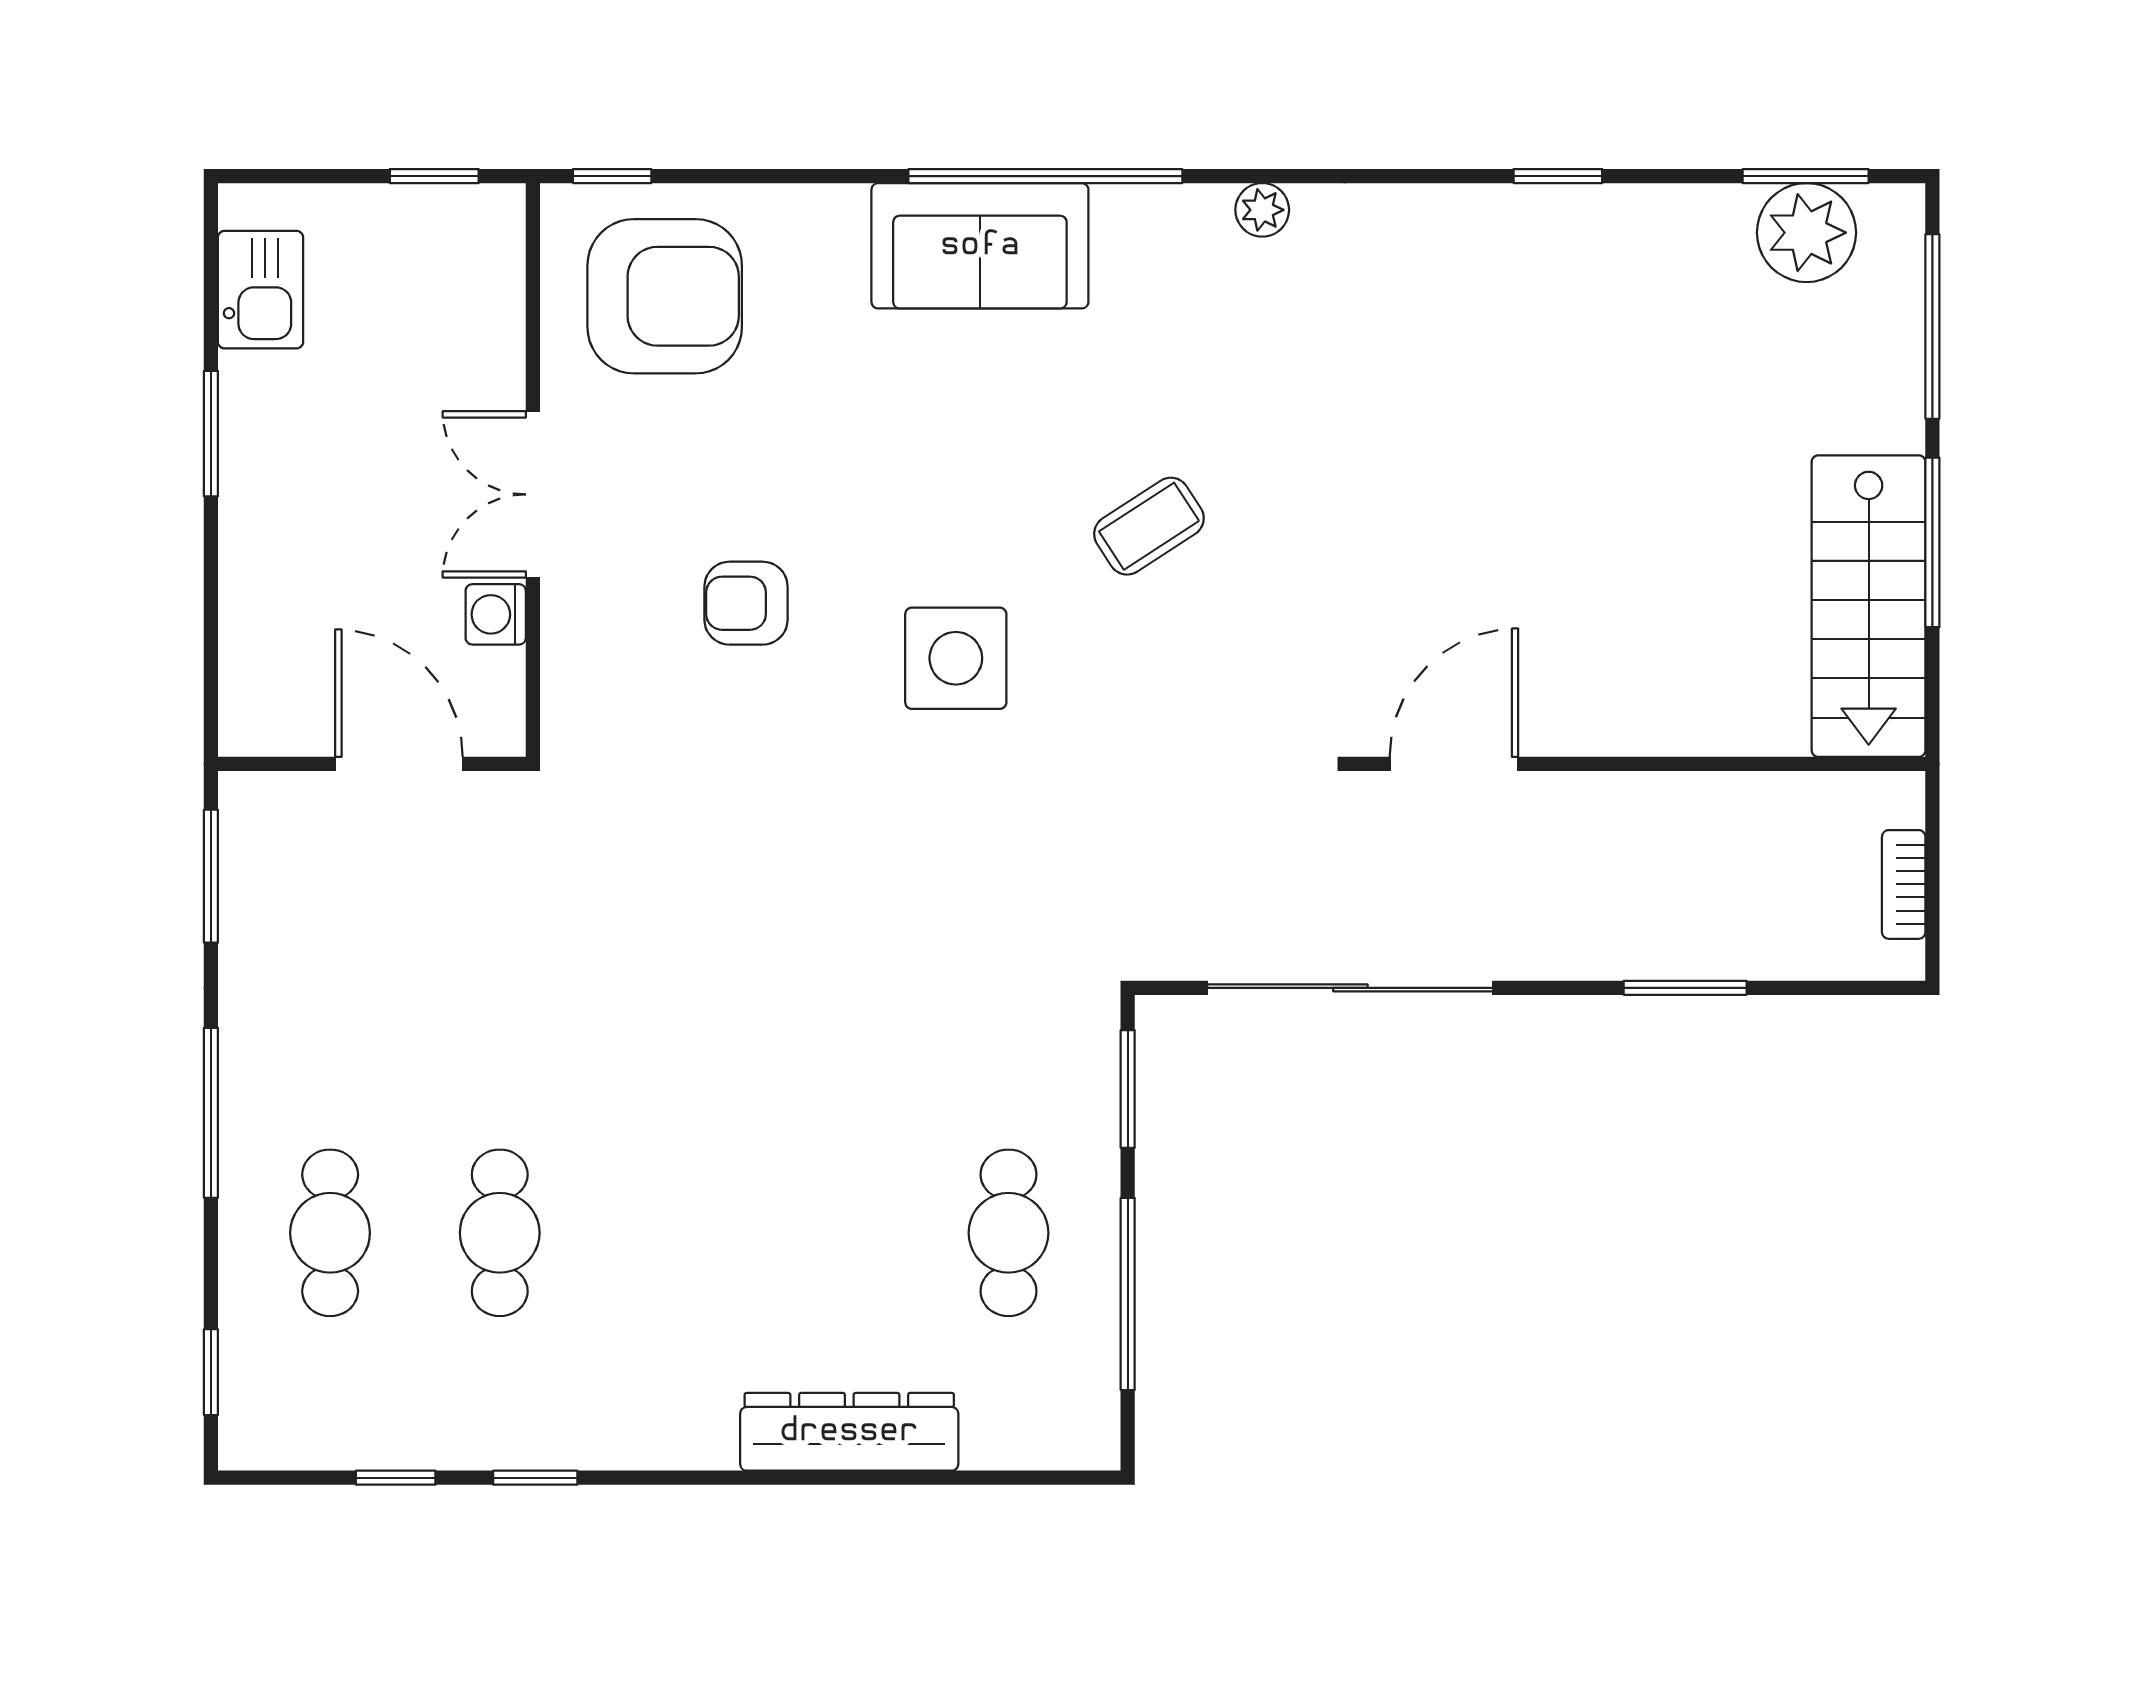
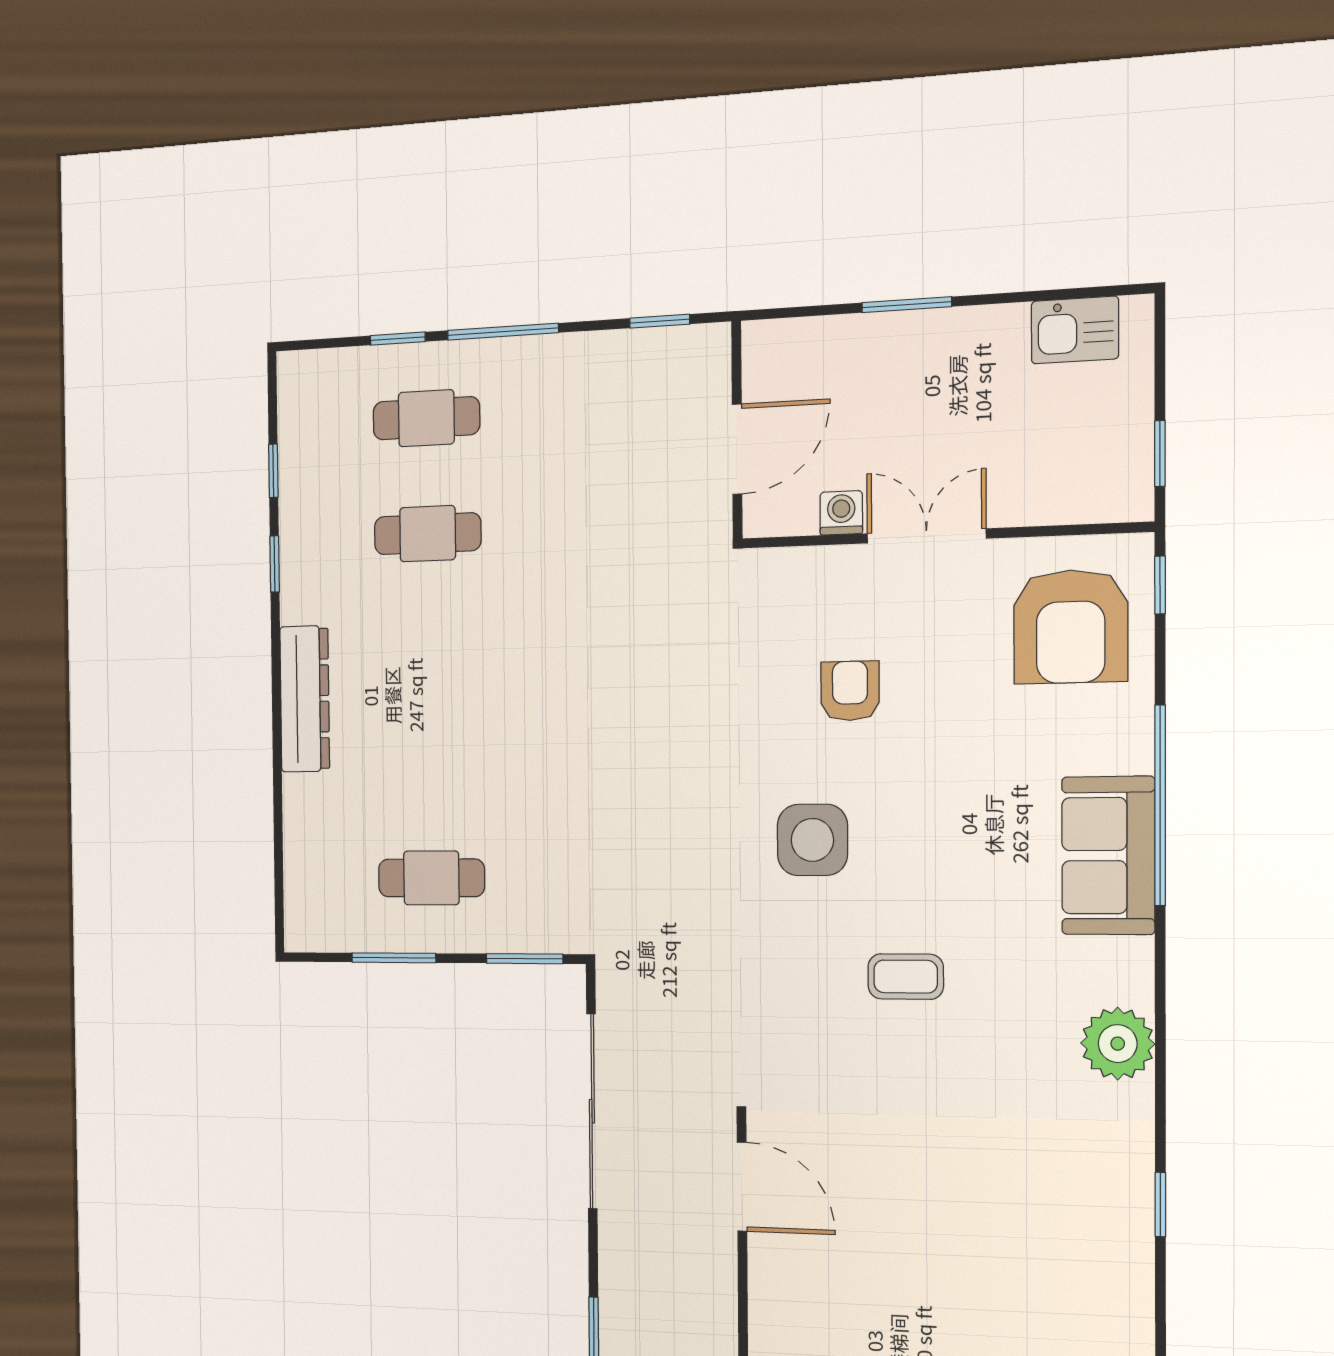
window: (1045, 176) -> (1160, 806), moved
window: (1558, 176) -> (1160, 1205), moved
plant: (1262, 210) -> (1118, 1044), width x1.88, depth x1.88
window: (211, 434) -> (907, 305), moved
coffee table: (1149, 526) -> (906, 977), turned -57
window: (211, 876) -> (660, 321), width x0.67
window: (1128, 1294) -> (394, 958), width x0.69
window: (211, 1372) -> (398, 339), moved
dresser: (849, 1432) -> (305, 699), moved

